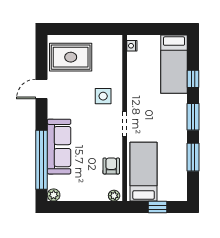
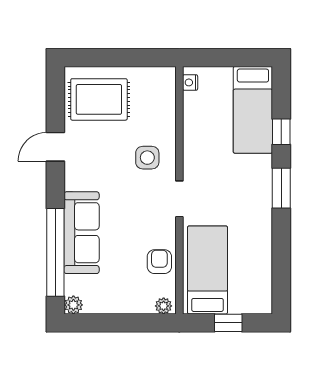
window: (193, 157) -> (281, 249), removed

